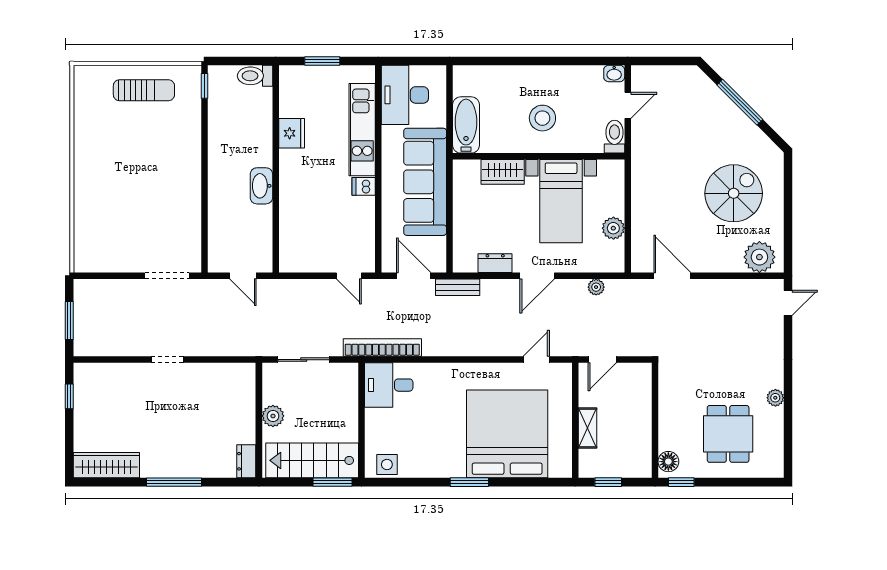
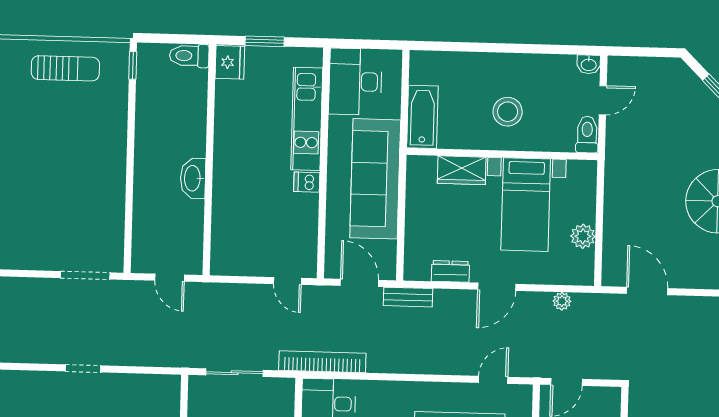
fridge: (292, 133) -> (230, 62), moved

